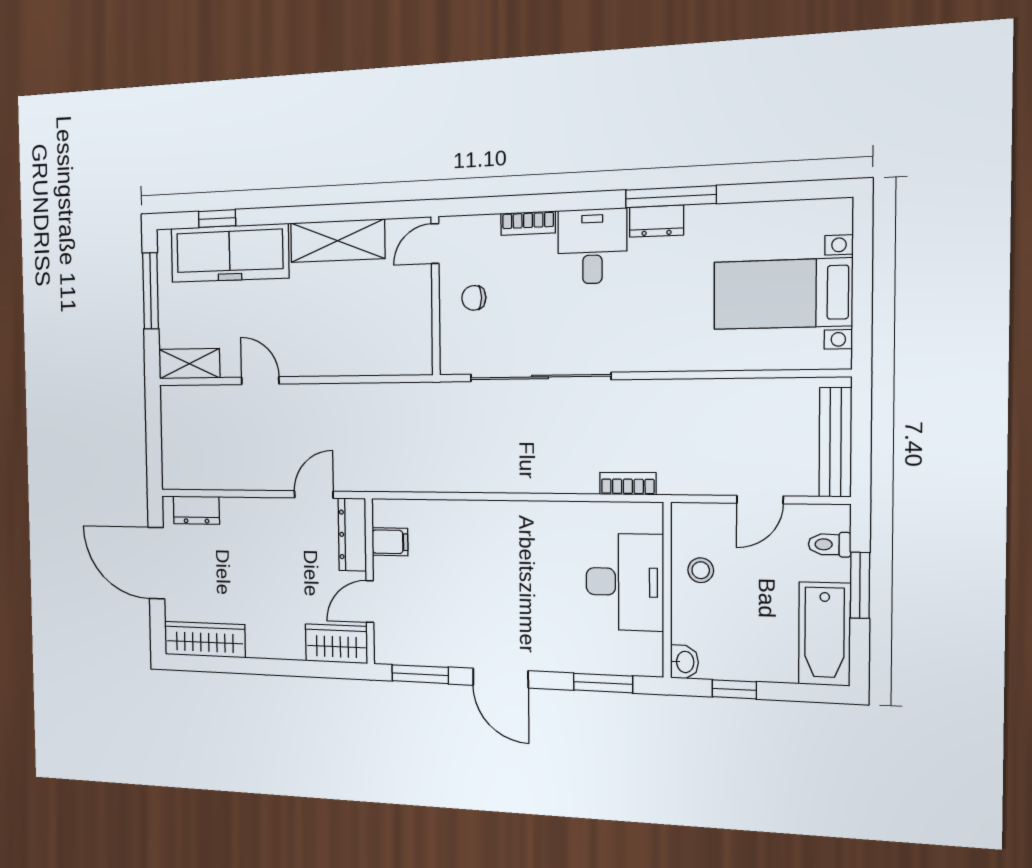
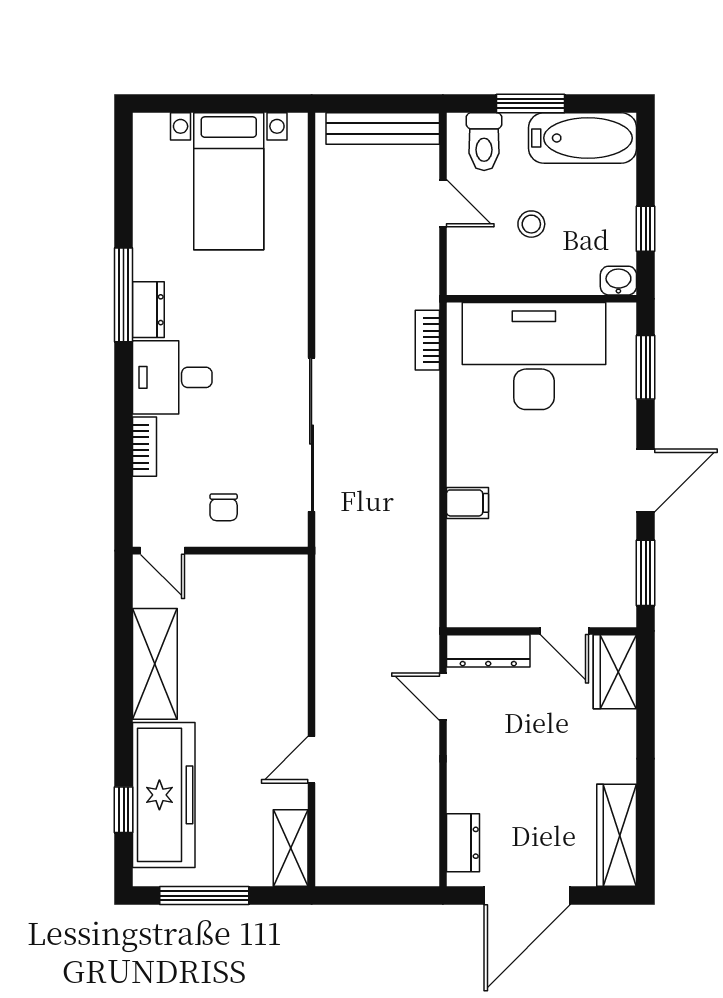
filing cabinet: (390, 542) -> (467, 503), moved, turned 90
toilet: (830, 544) -> (484, 142), width x1.37, depth x1.39
stool: (701, 570) -> (531, 224), moved
desk: (625, 582) -> (534, 356), width x1.36, depth x1.30

